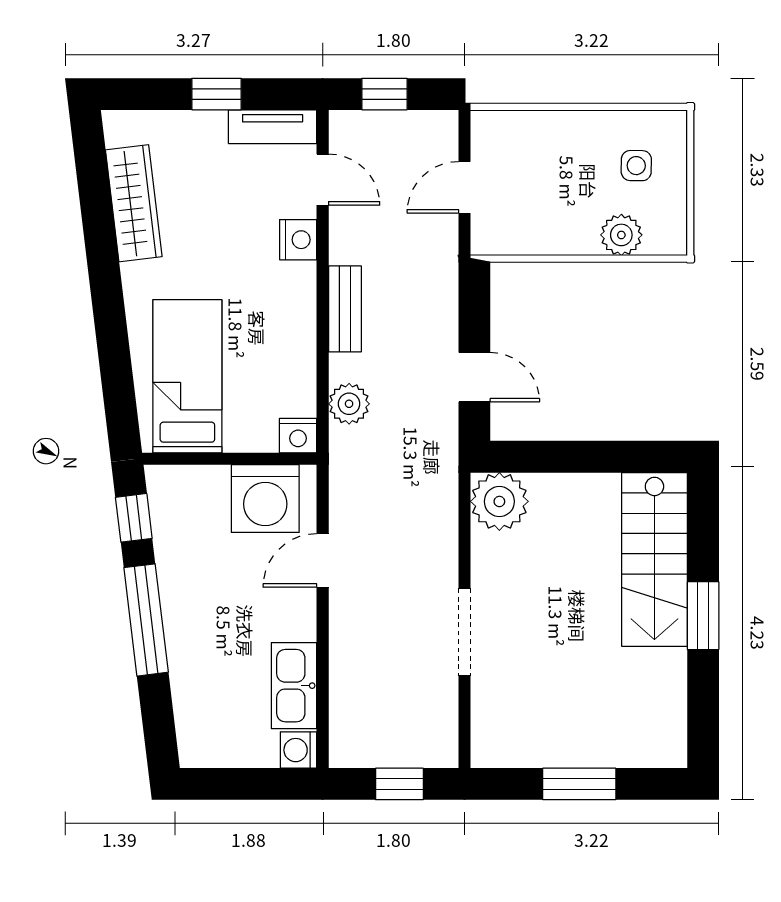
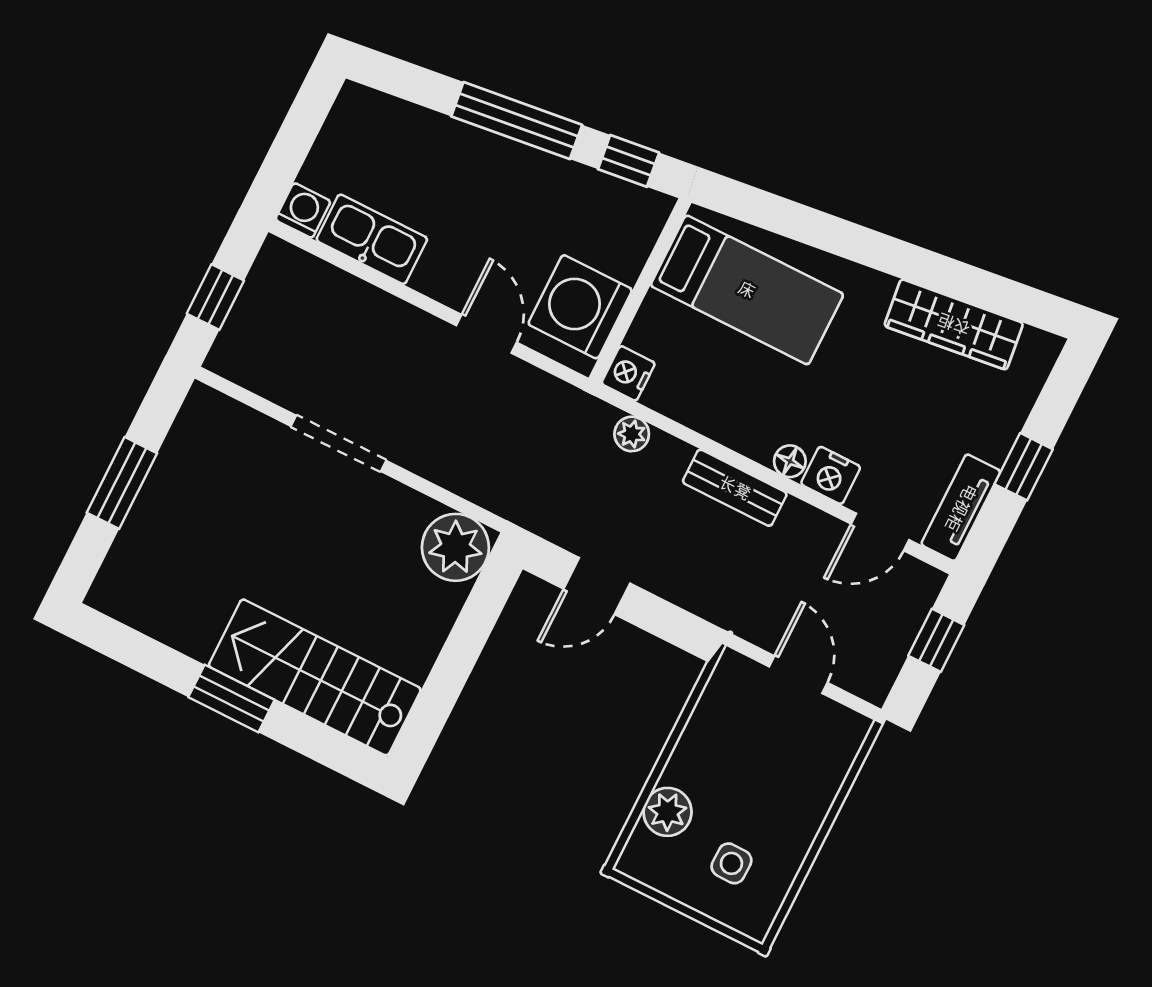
floor lamp: (303, 277) -> (790, 461), added
plant: (349, 404) -> (632, 434), width x0.73, depth x0.73

